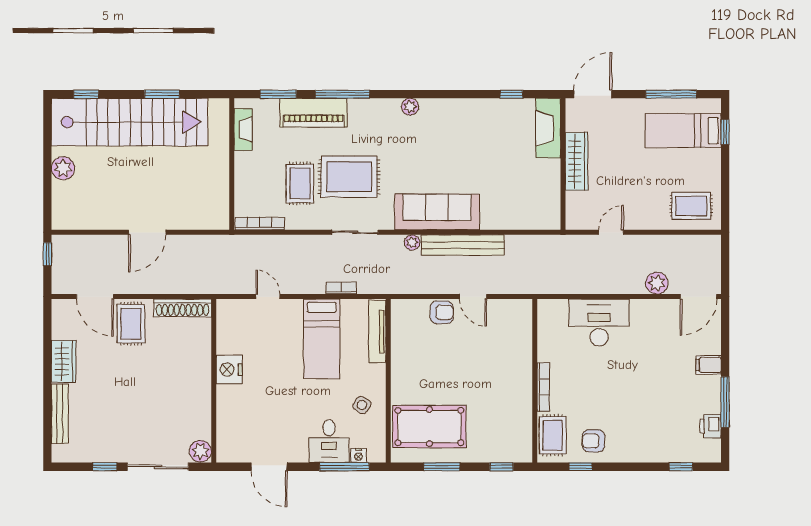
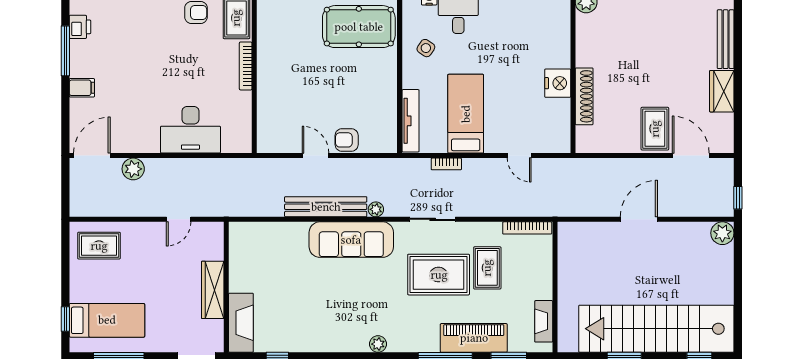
plant: (63, 168) -> (722, 233), moved
shoe rack: (183, 308) -> (584, 96), moved, turned 90

